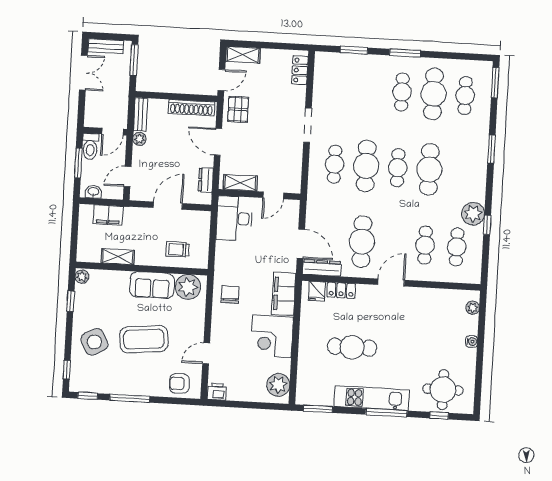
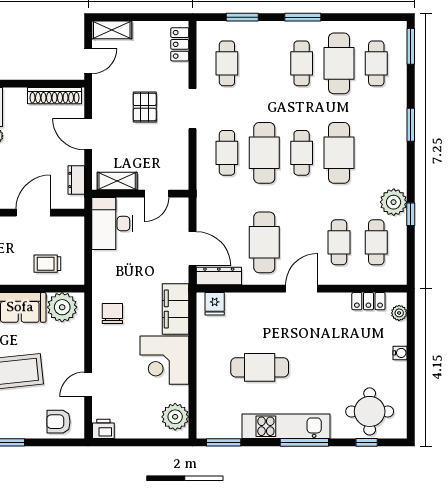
cafe table: (339, 88) -> (227, 63), added
pallet: (238, 109) -> (145, 107), moved
locker: (341, 290) -> (368, 301), moved

